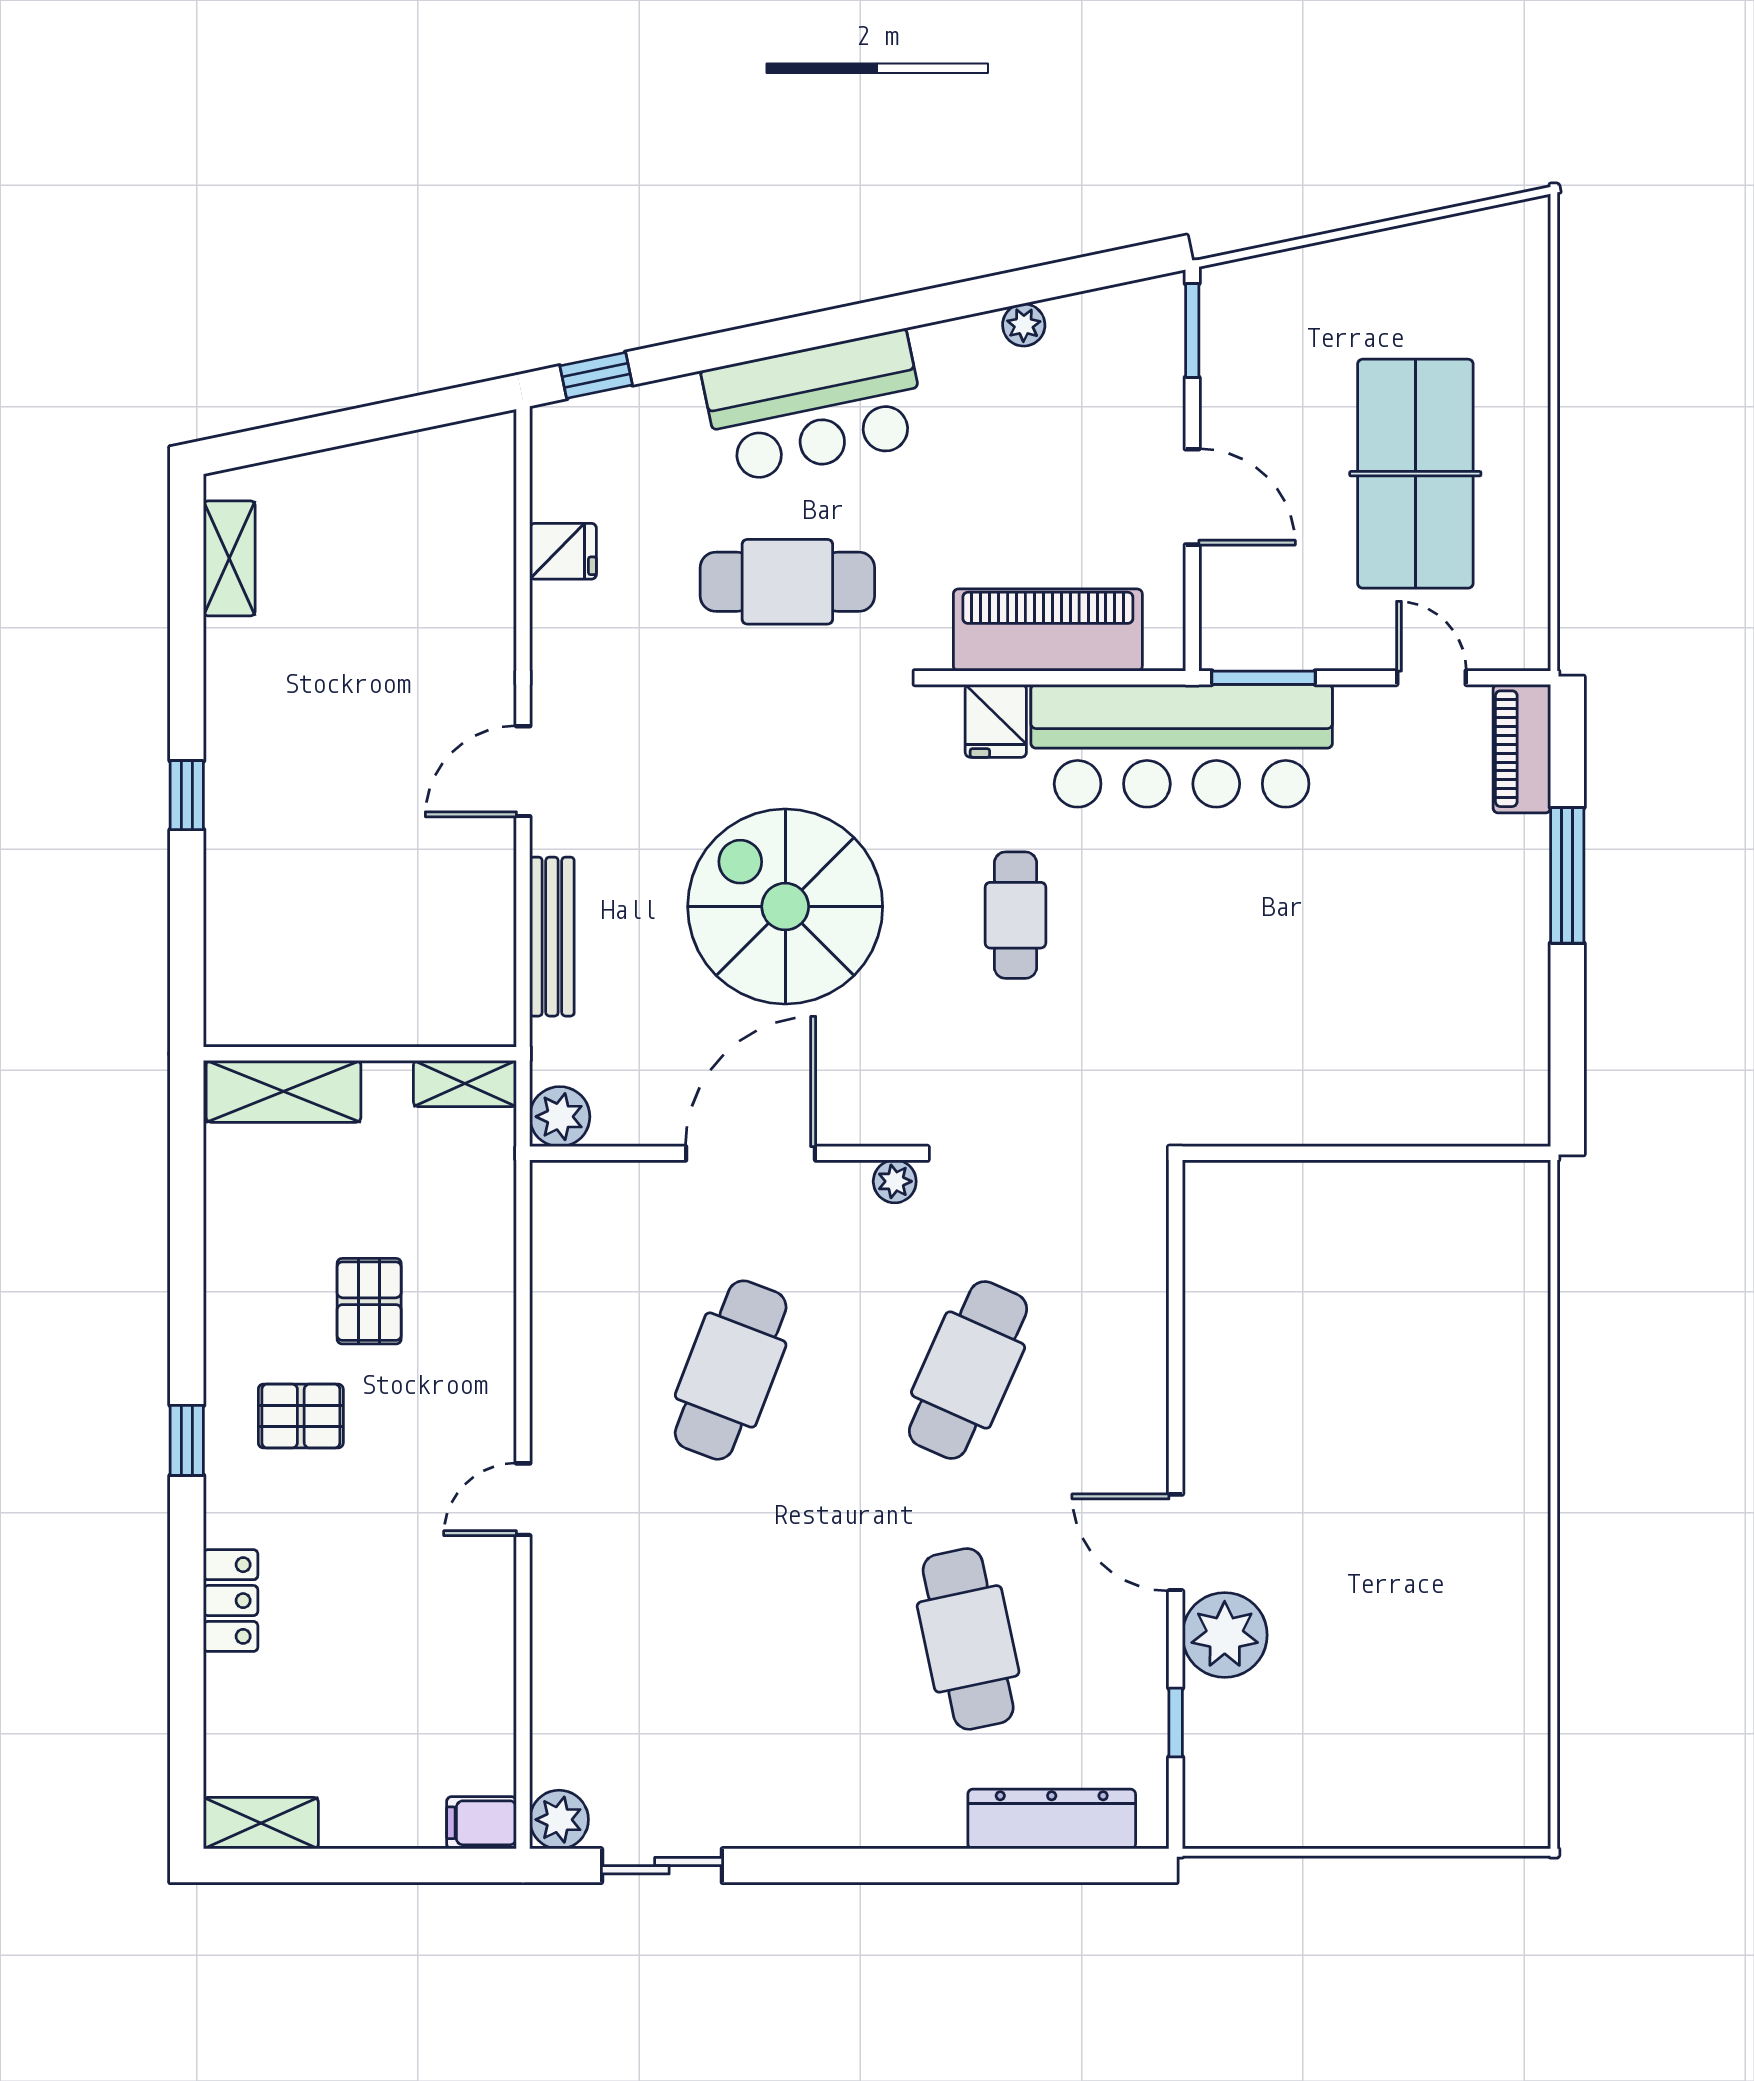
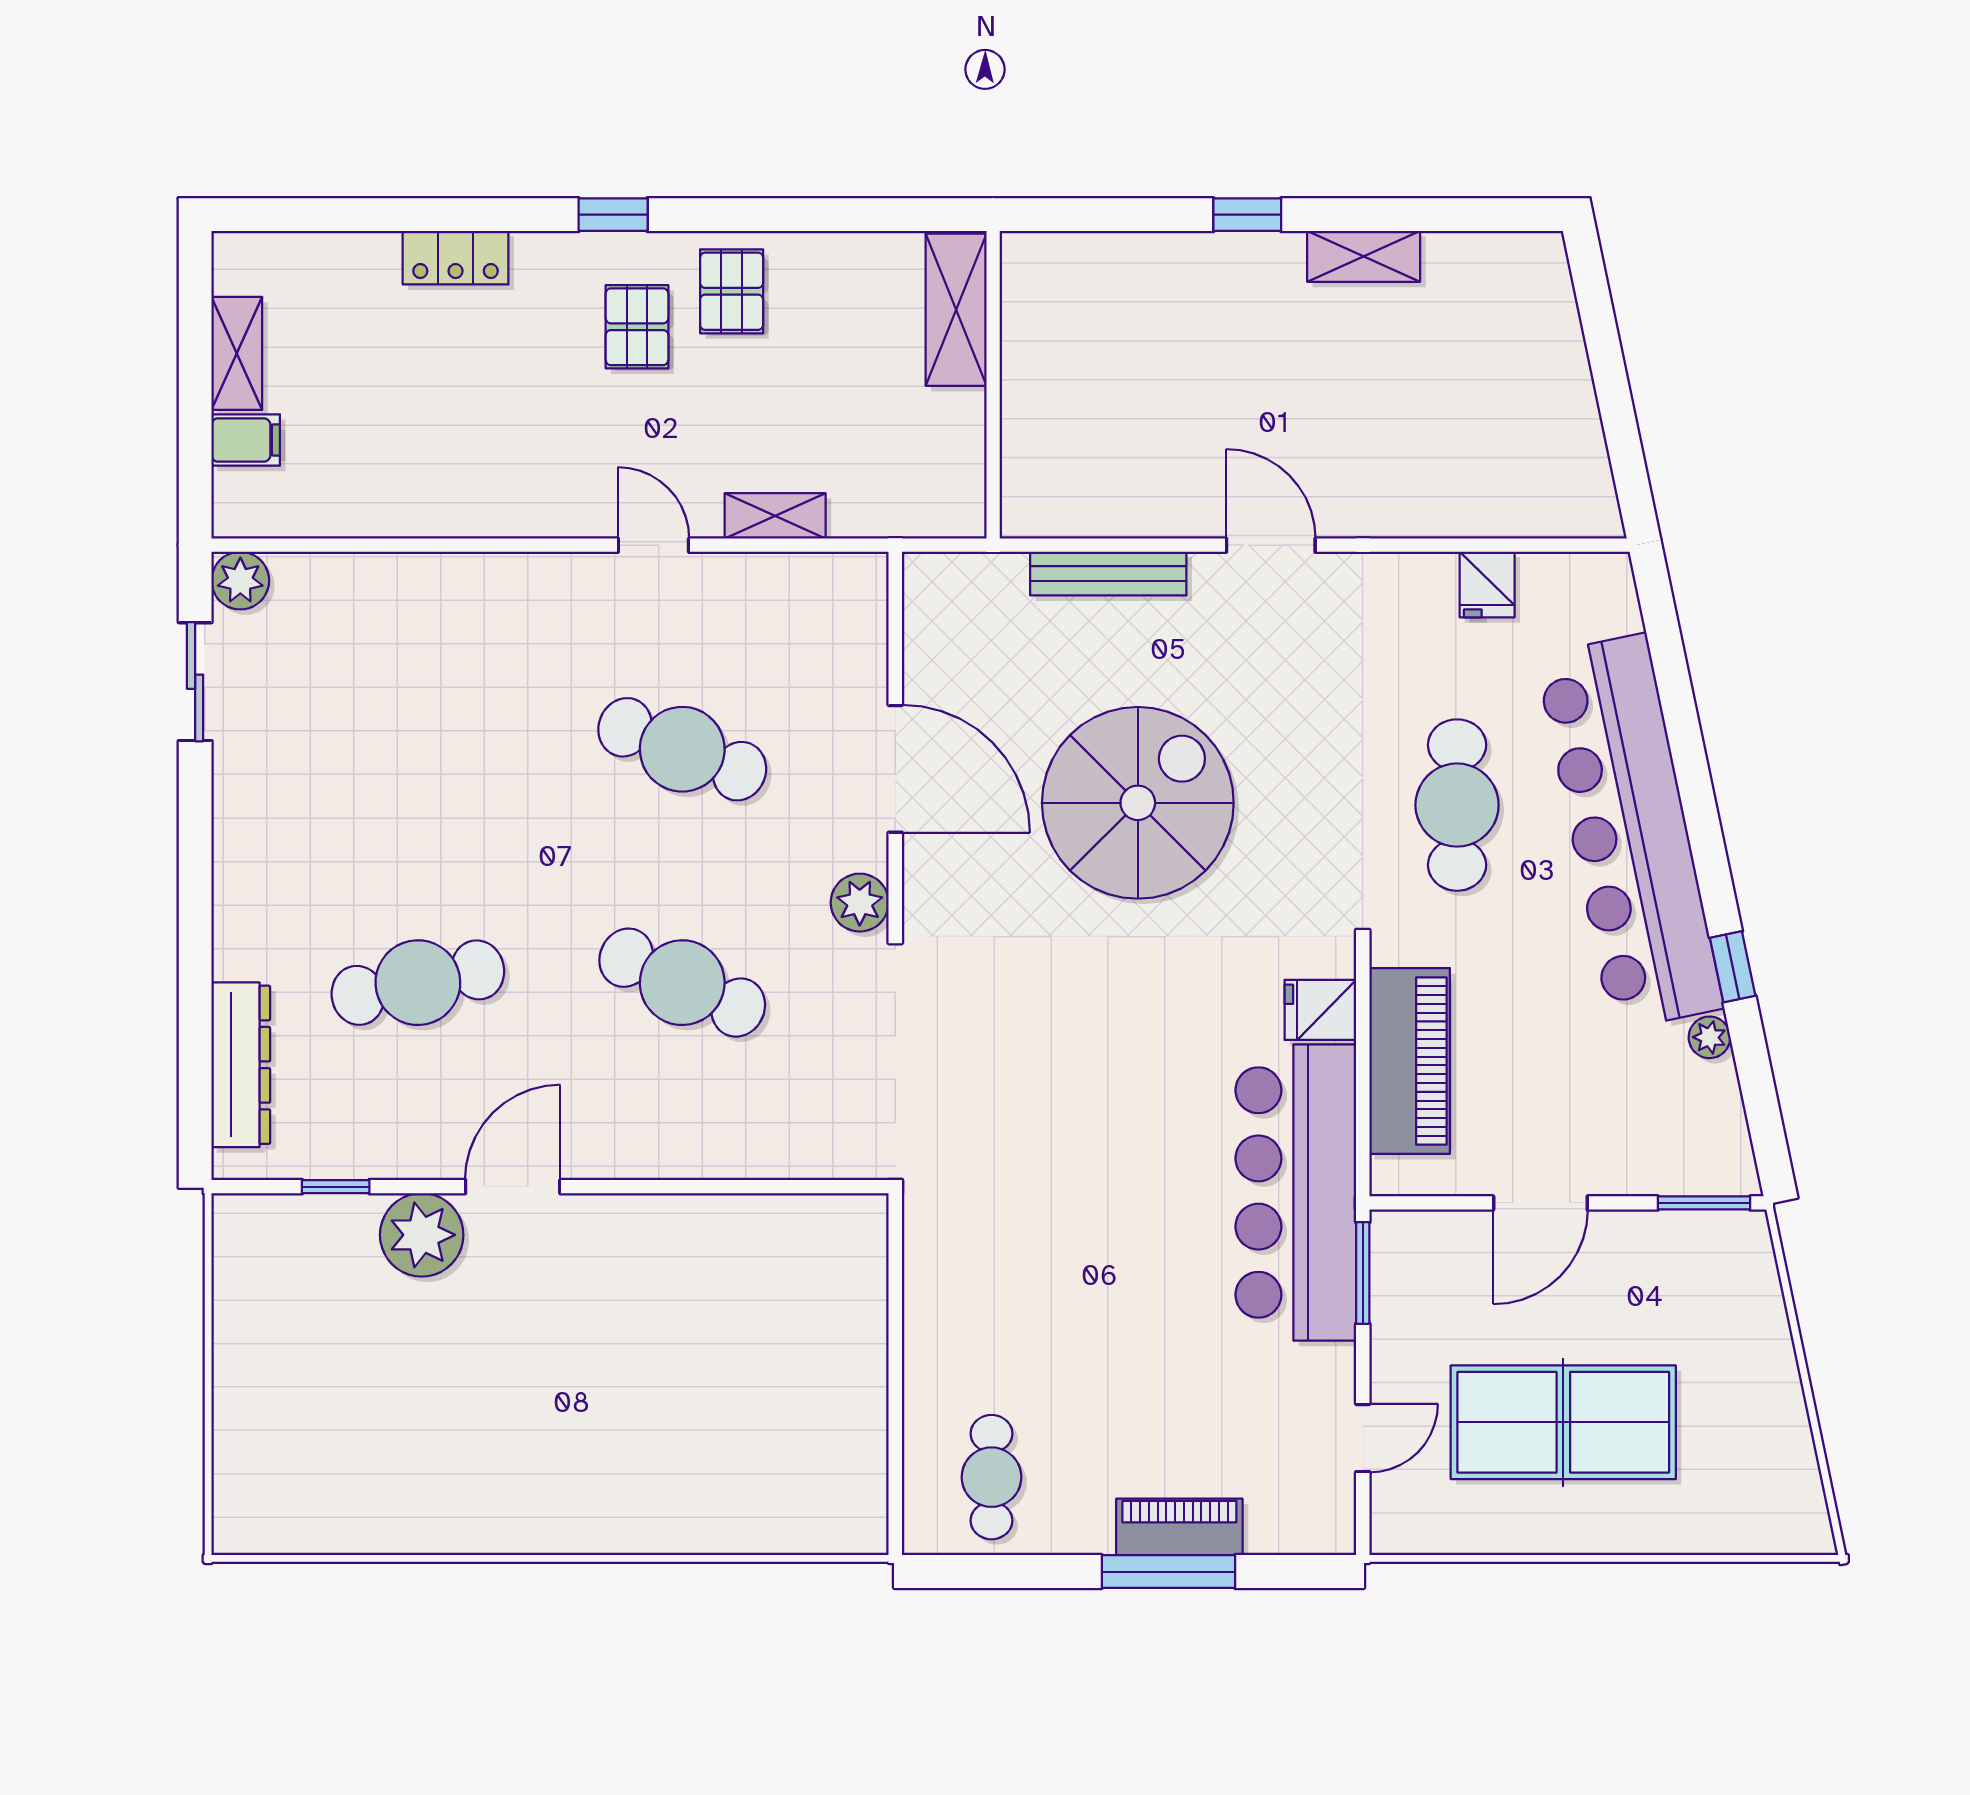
window: (596, 375) -> (1733, 967), moved
bar counter: (815, 406) -> (1629, 832), width x1.86
shelving: (229, 558) -> (1364, 256), moved
piano: (1522, 749) -> (1179, 1527), moved
cafe table: (1015, 915) -> (991, 1477), moved, turned 90
shelving: (465, 1084) -> (775, 516), moved, turned 90
plant: (560, 1117) -> (931, 581), removed
plant: (895, 1181) -> (860, 903), width x1.38, depth x1.38
pallet: (369, 1301) -> (732, 291), moved, turned 90
door: (523, 1499) -> (653, 545), moved
shelving: (261, 1823) -> (237, 353), moved
filing cabinet: (482, 1823) -> (246, 440), moved, turned 90

